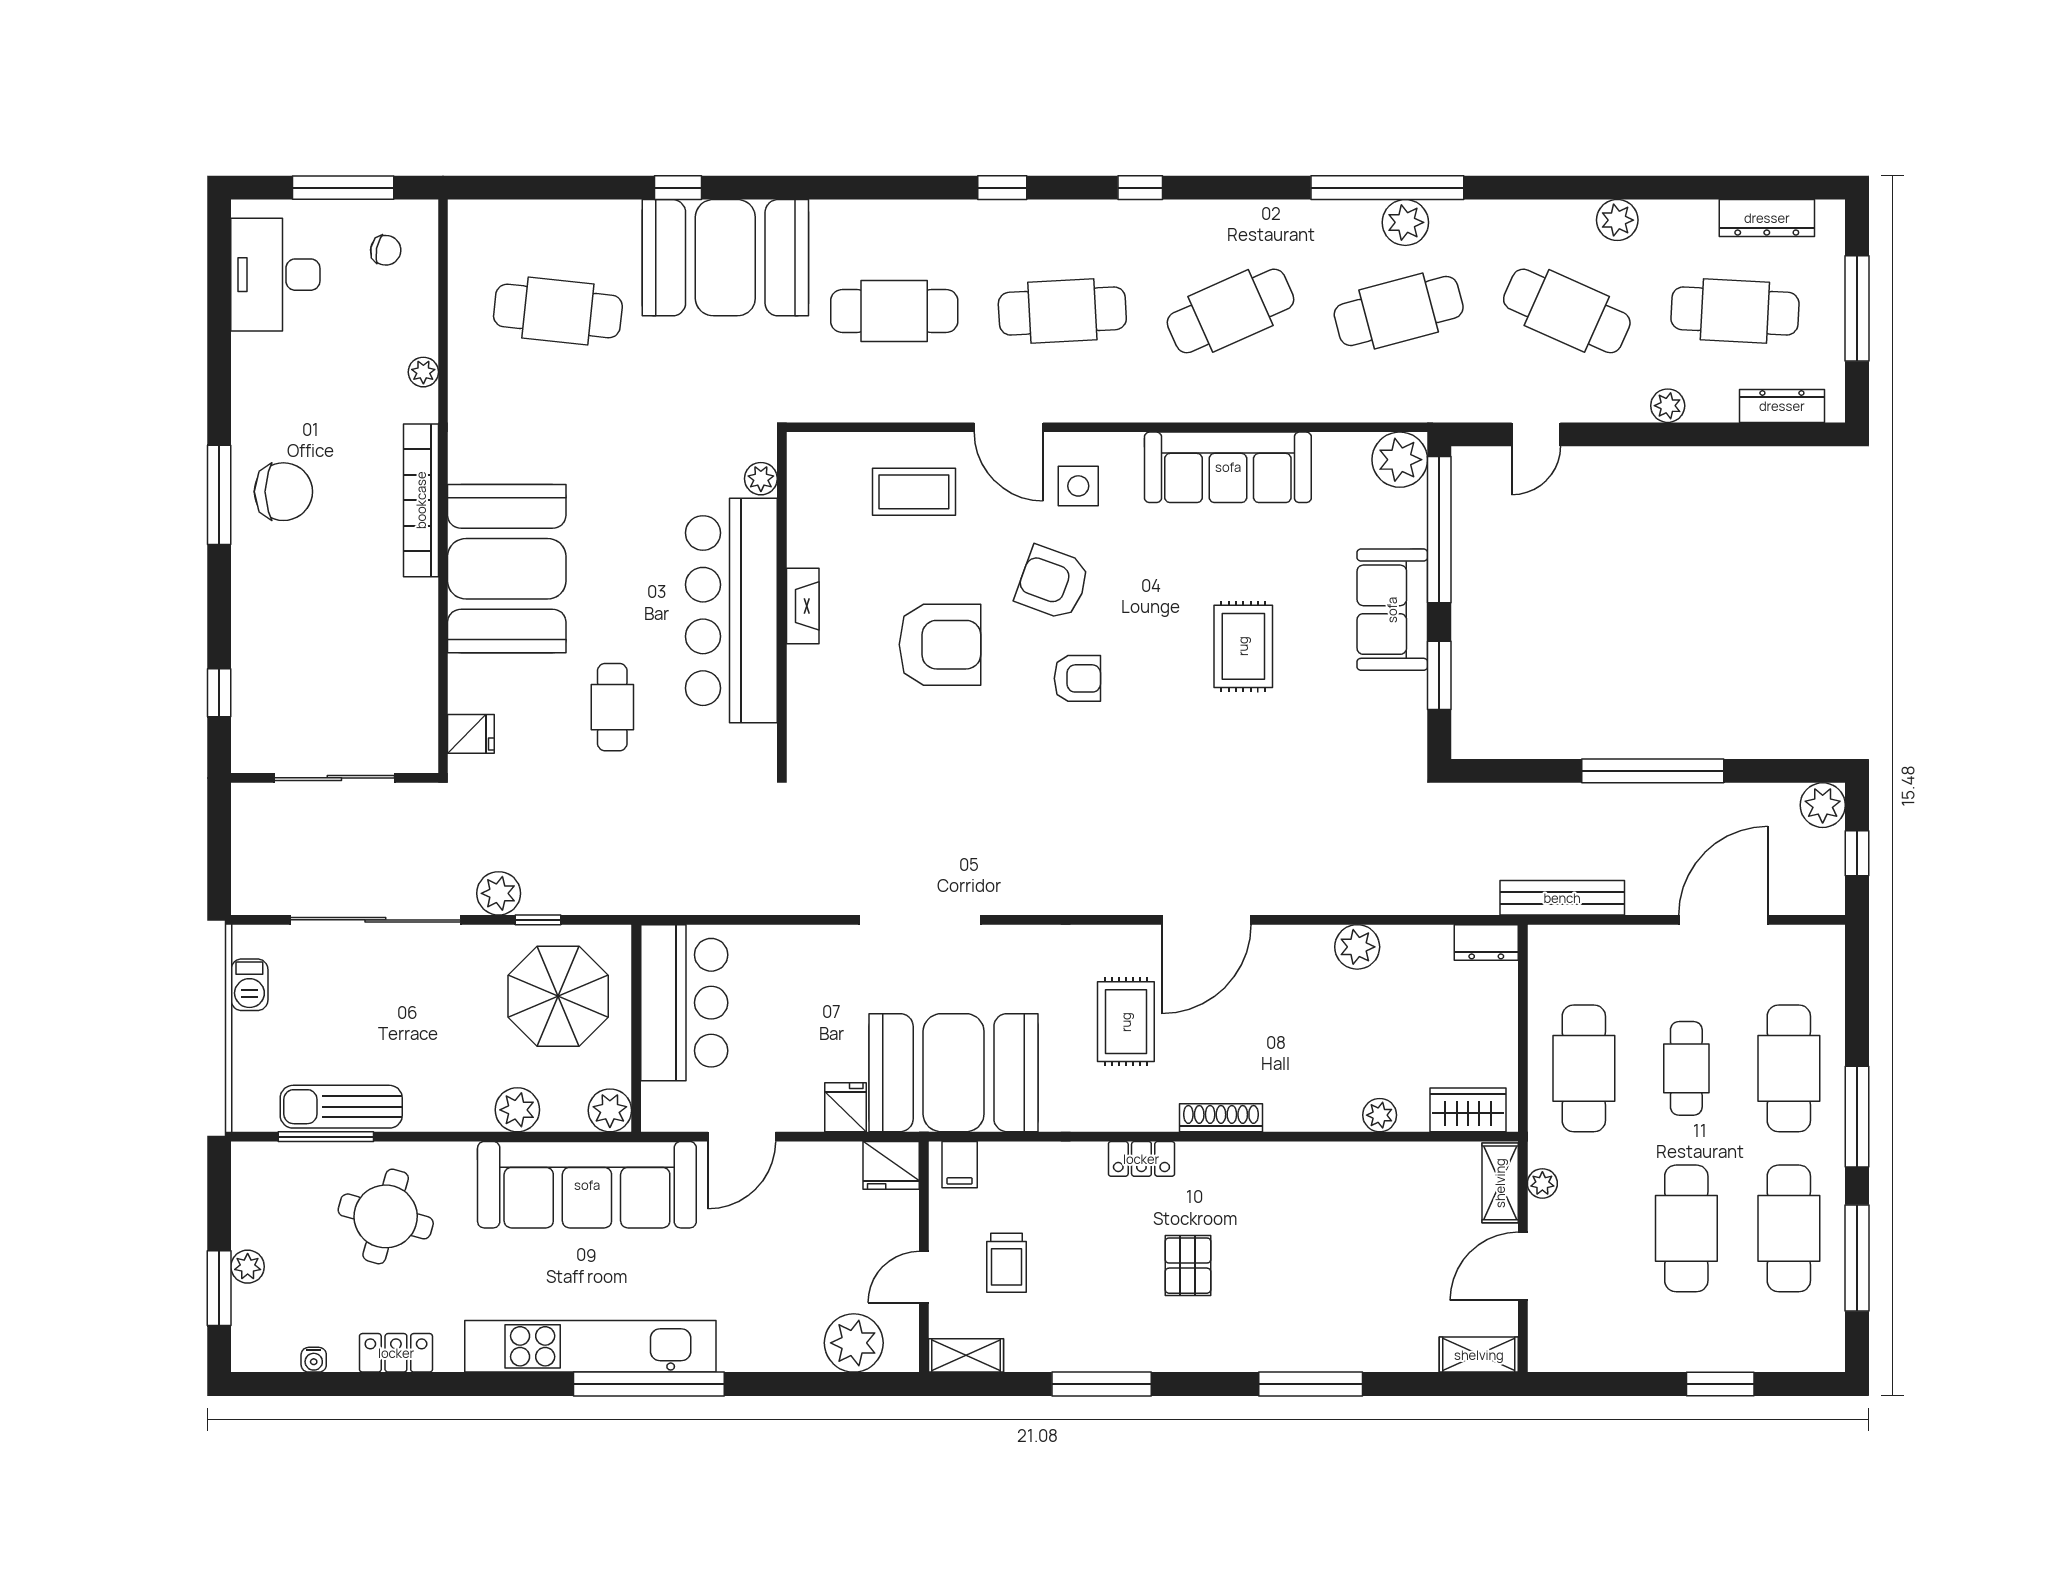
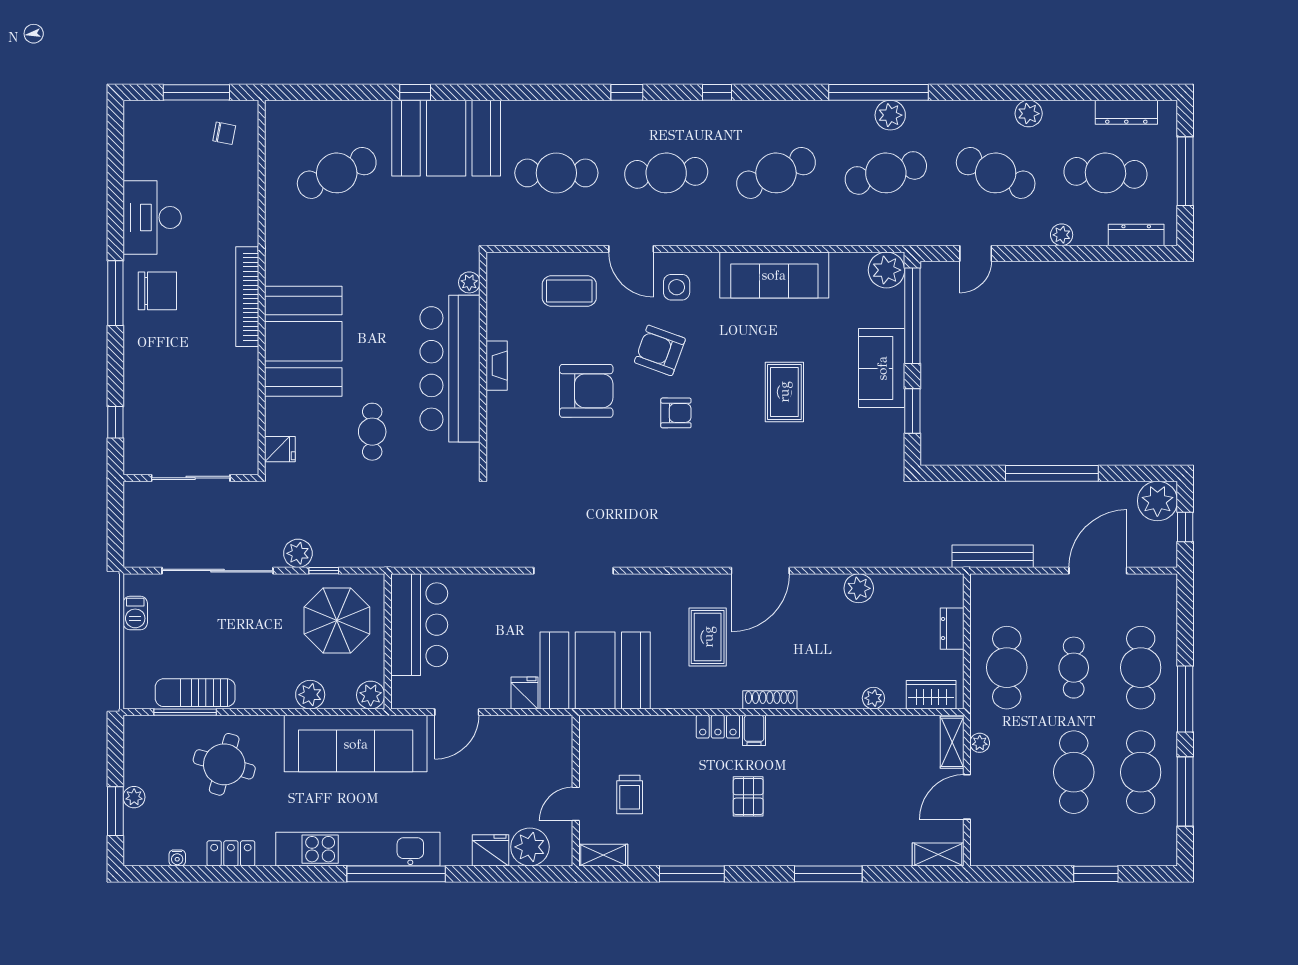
desk: (275, 275) -> (152, 217), moved
cafe table: (558, 311) -> (337, 173), turned -30
plant: (423, 372) -> (249, 213), removed
plant: (1823, 805) -> (1157, 501), width x1.36, depth x1.36
dresser: (1486, 942) -> (952, 629), moved, turned 90
fridge: (891, 1165) -> (490, 850), moved, turned 180
filing cabinet: (960, 1165) -> (754, 730), moved

